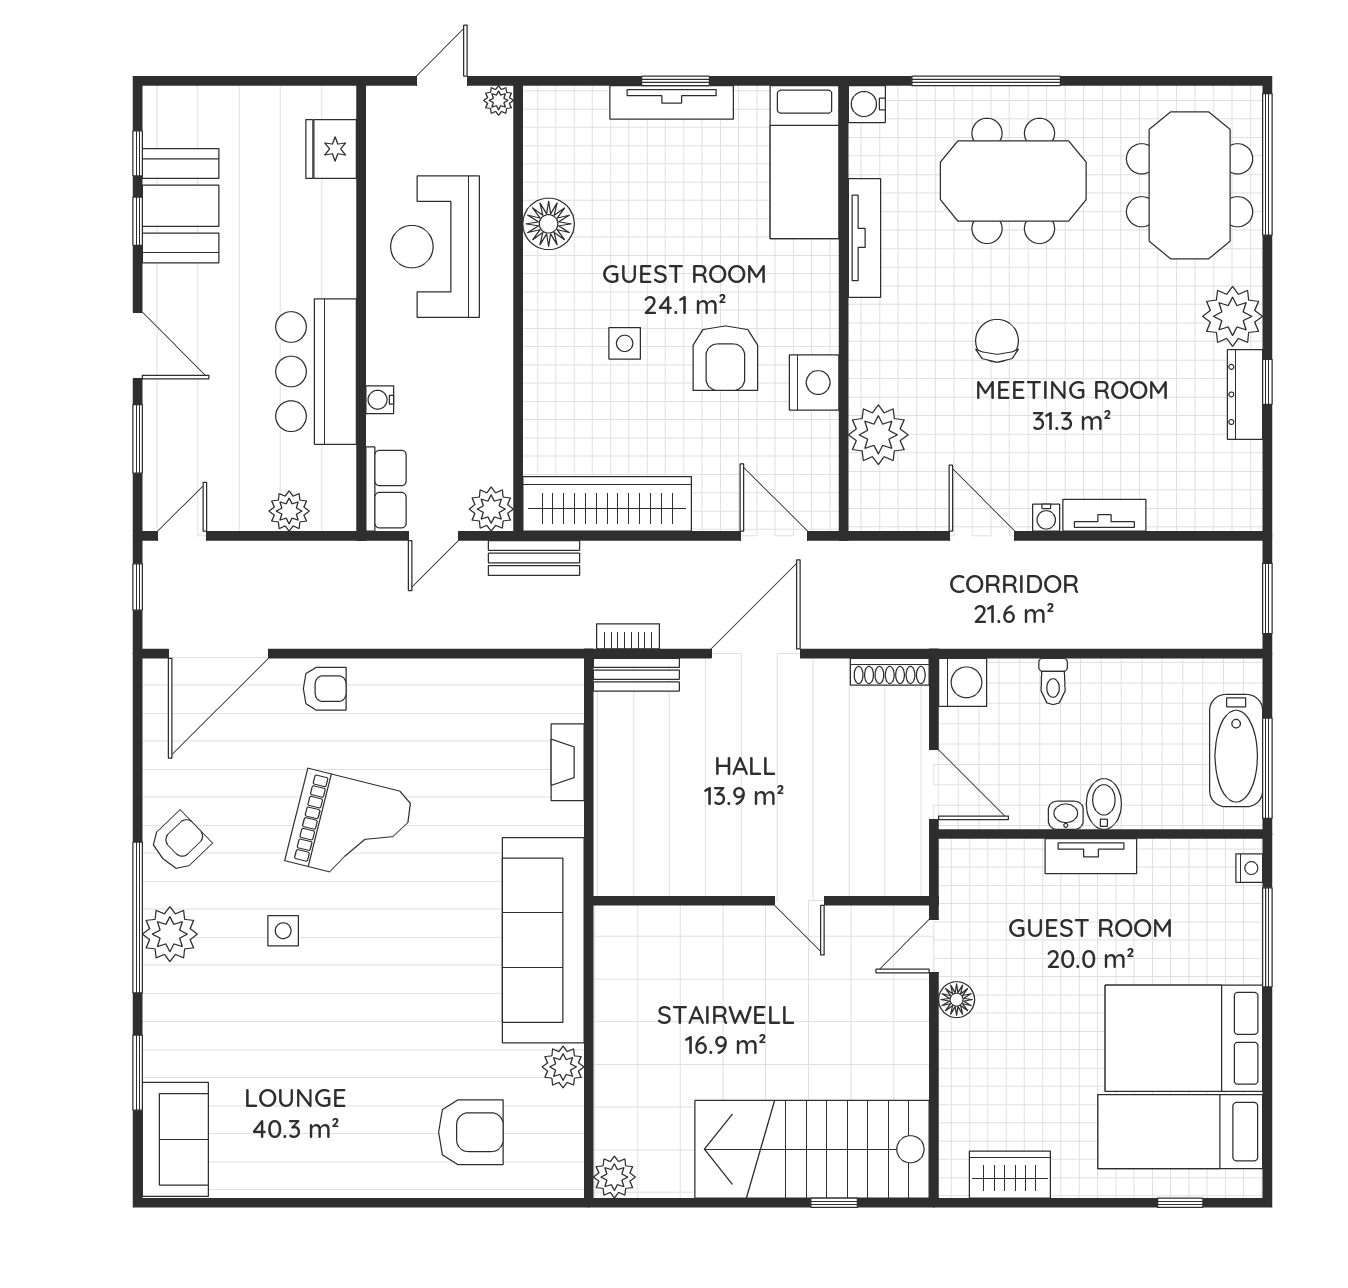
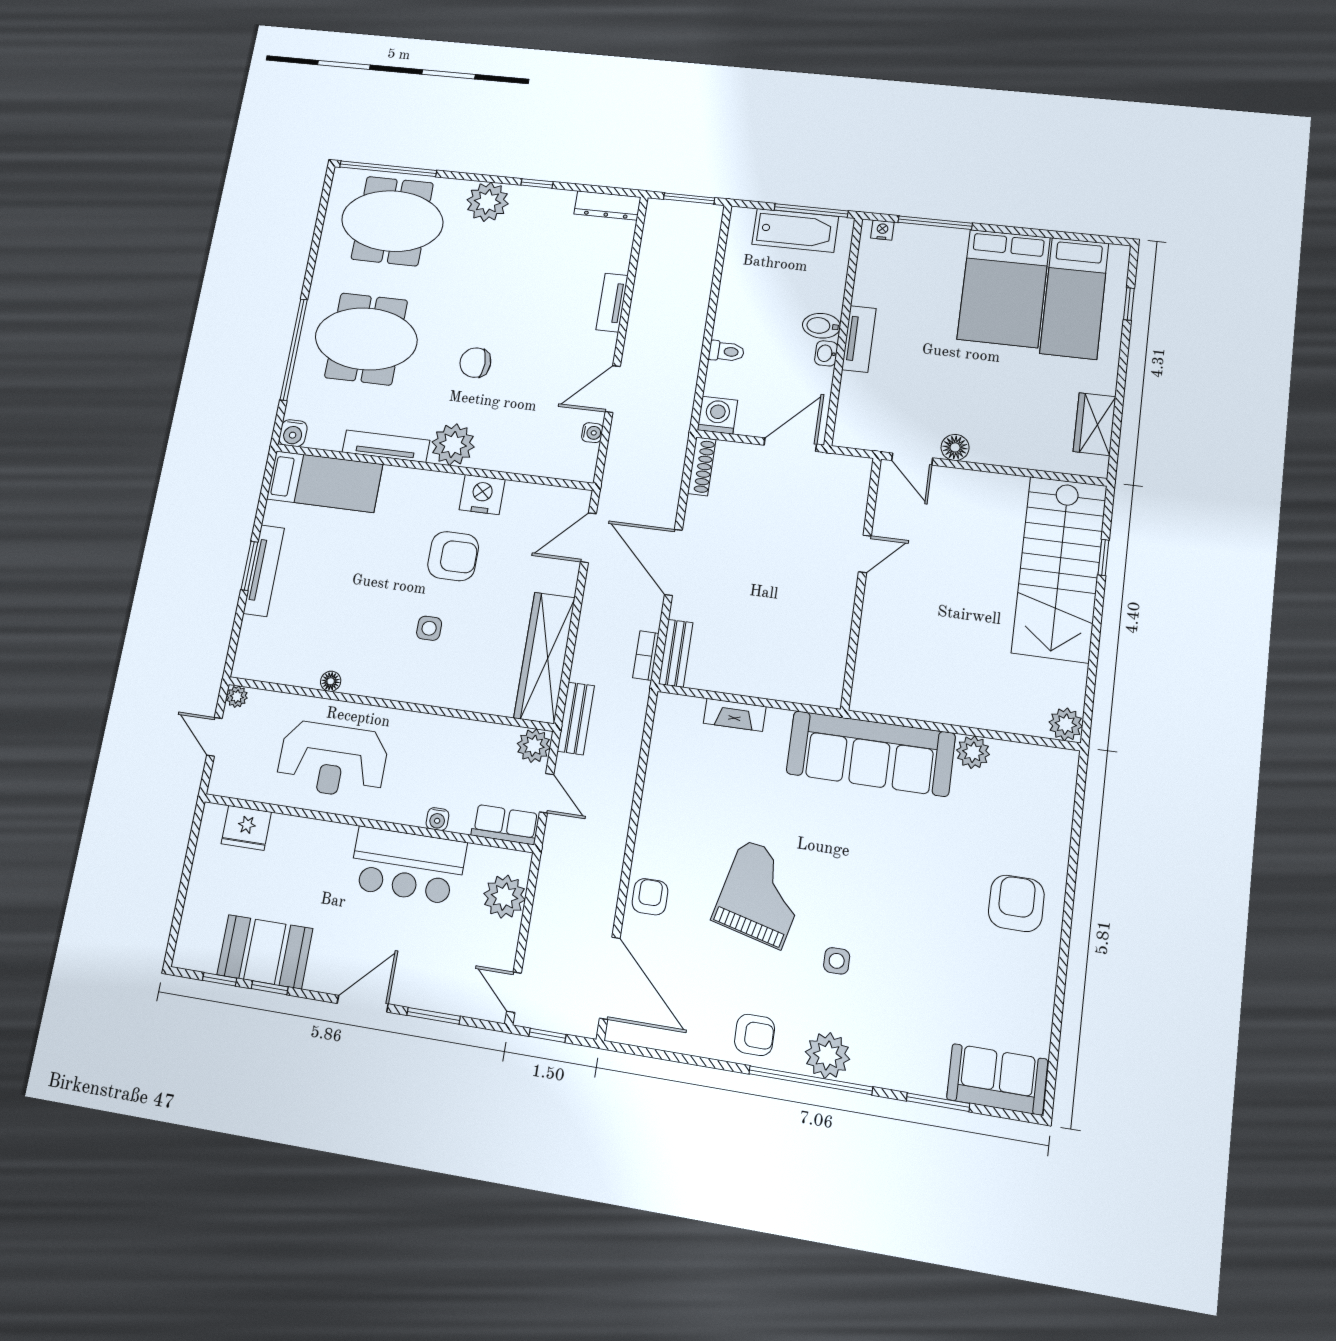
meeting table: (1013, 181) -> (366, 339), turned 90
floor lamp: (549, 224) -> (331, 681), width x0.53, depth x0.53
dresser: (1245, 394) -> (607, 205), moved
plant: (878, 435) -> (453, 444), moved
plant: (289, 511) -> (504, 897), width x1.36, depth x1.36
water cooler: (1046, 518) -> (592, 433), moved
armchair: (180, 842) -> (755, 1035), turned 134
armchair: (471, 1132) -> (1016, 903), moved

